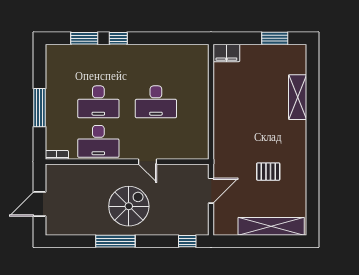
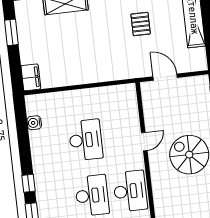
water cooler: (179, 51) -> (34, 123), added

